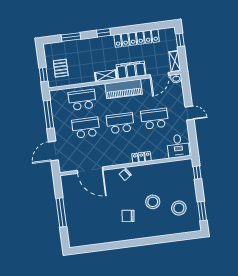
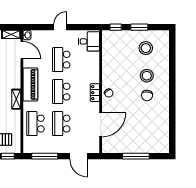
filing cabinet: (131, 70) -> (14, 75), removed
locker: (141, 157) -> (95, 93), moved
stool: (153, 202) -> (147, 76), moved
window: (202, 211) -> (139, 27), moved

